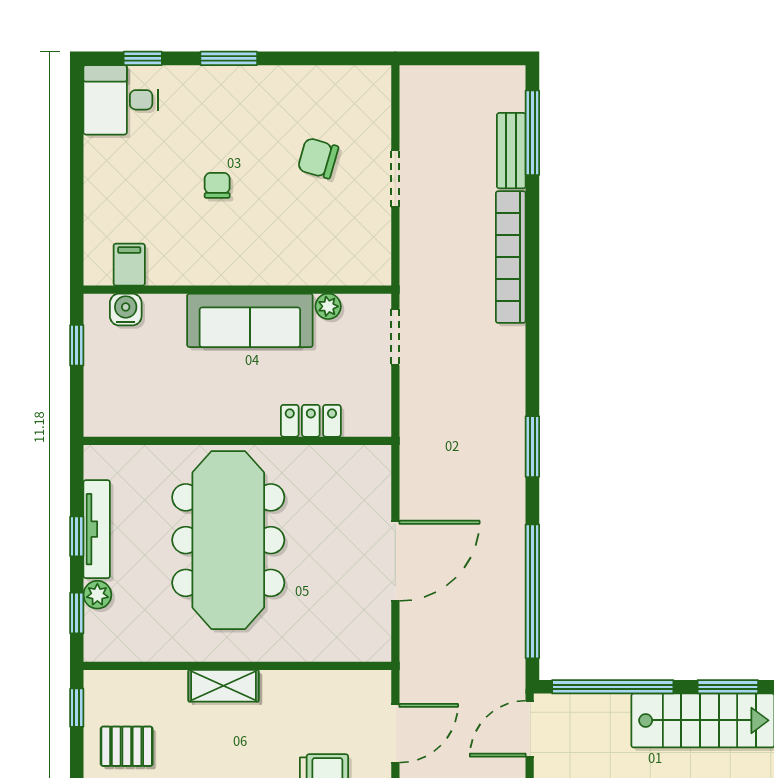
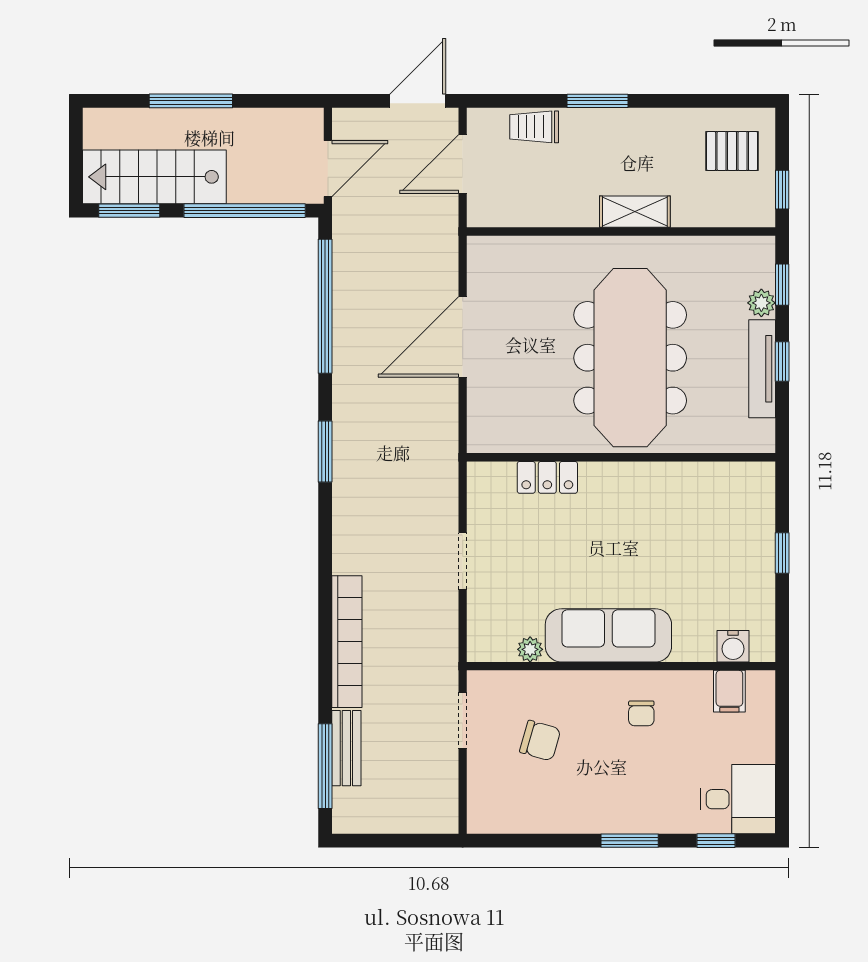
filing cabinet: (129, 265) -> (729, 691), moved
wall: (237, 290) -> (621, 666), moved
plant: (328, 306) -> (530, 649), moved
water cooler: (126, 309) -> (733, 646), moved
sofa: (250, 320) -> (608, 635), moved

